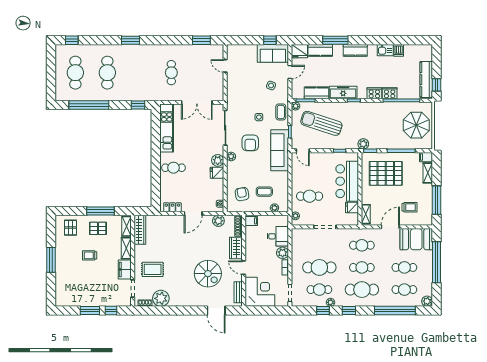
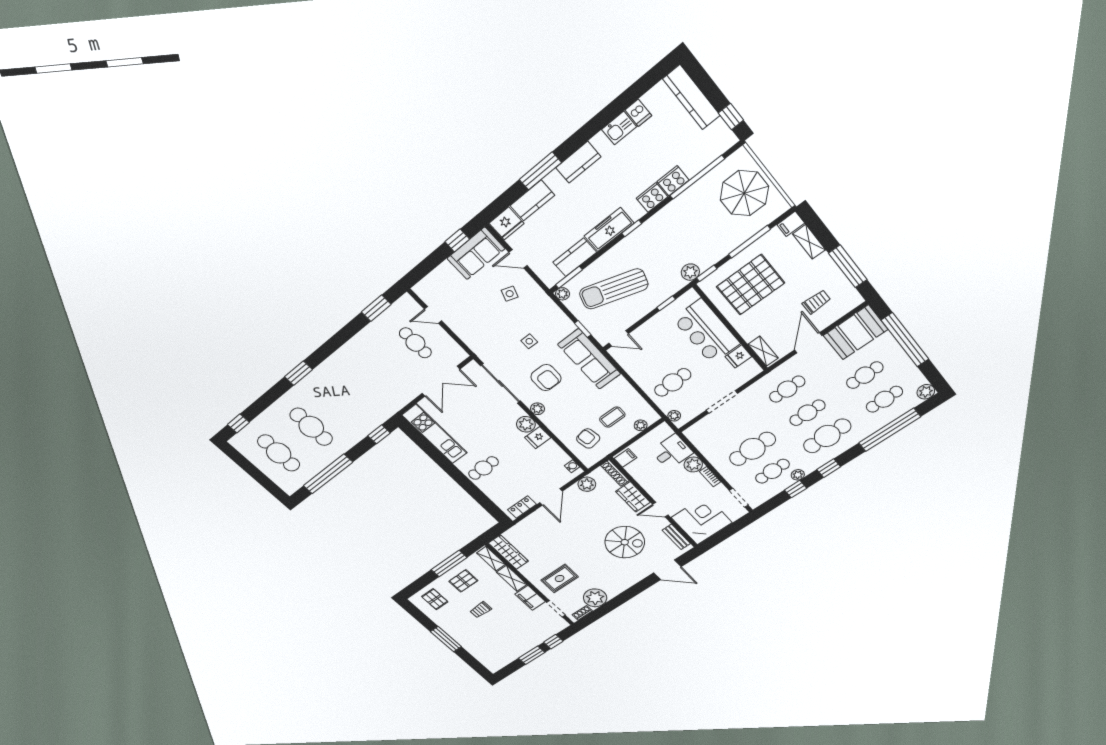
door: (290, 72) -> (518, 259), swing flipped
cafe table: (171, 73) -> (415, 343), moved
kitchen counter: (426, 80) -> (692, 97), moved
coffee table: (281, 112) -> (550, 315), removed

